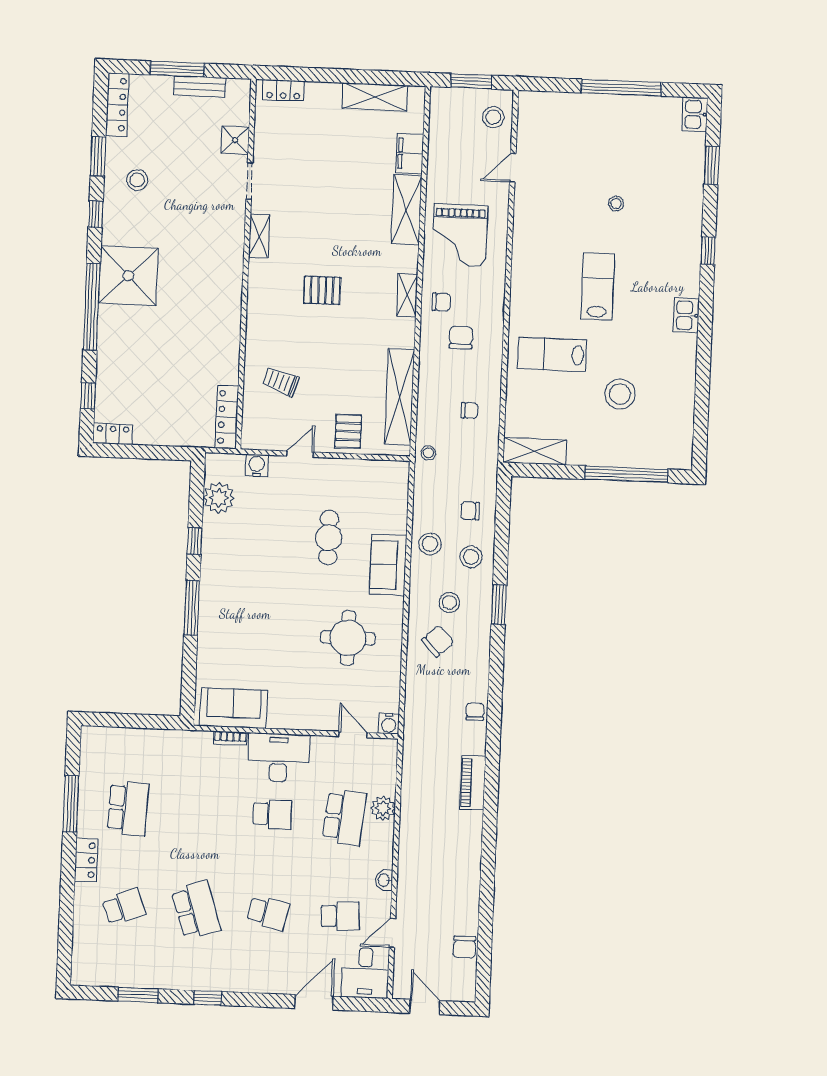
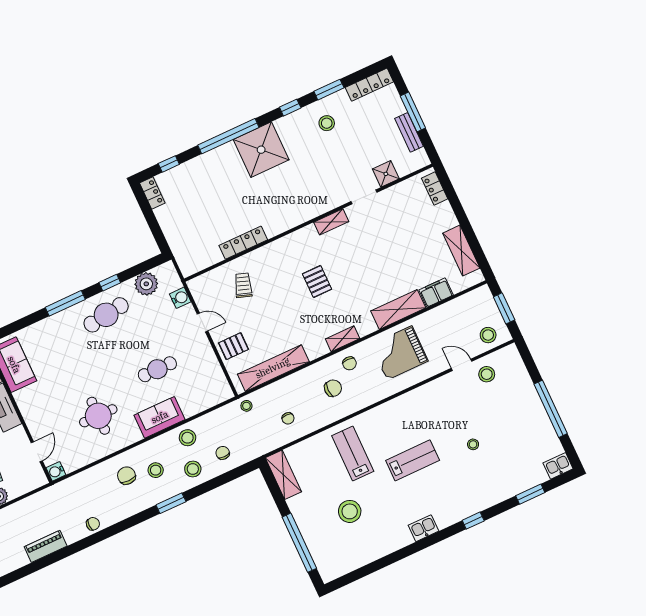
stool: (540, 143) -> (487, 374), added
locker: (227, 417) -> (243, 243), moved
cafe table: (231, 566) -> (106, 315), added
chair: (438, 641) -> (126, 476), turned -137

